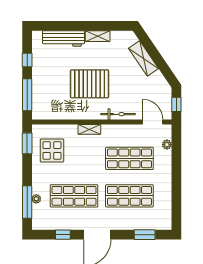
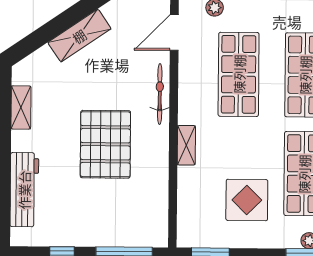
shelving: (98, 36) -> (21, 107), moved
shelving: (144, 58) -> (79, 36), moved
display table: (52, 150) -> (247, 200), moved

